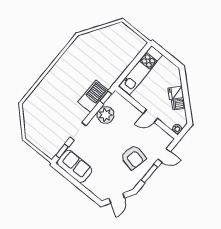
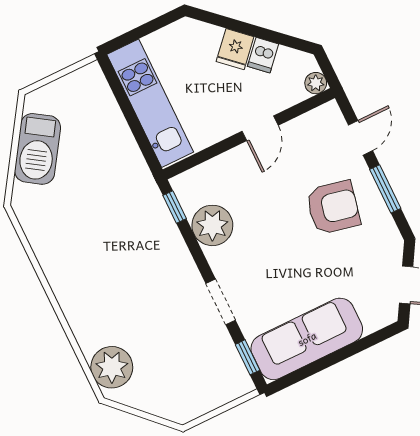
barbecue: (93, 96) -> (38, 149), moved, turned -147
plant: (35, 102) -> (112, 367), added
sofa: (74, 166) -> (307, 339), width x1.36

